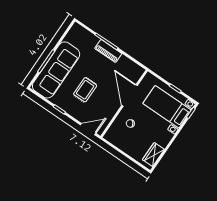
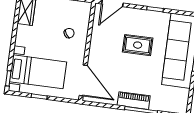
rug: (85, 90) -> (138, 45), turned 90
door: (130, 96) -> (83, 80), moved

